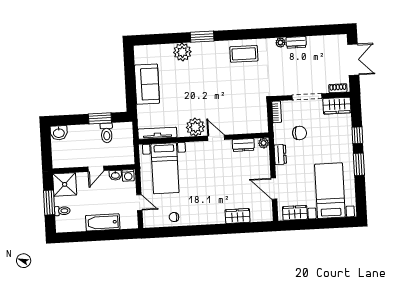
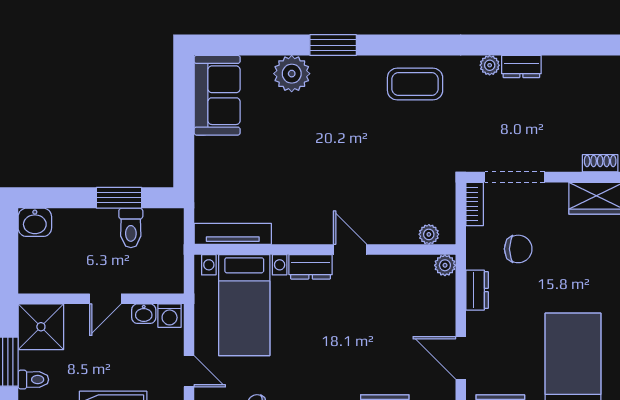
sofa: (147, 84) -> (217, 95), moved
doorway: (307, 97) -> (515, 177), moved
plant: (195, 127) -> (429, 234), moved, width x0.53, depth x0.53
dresser: (243, 145) -> (311, 267), moved

